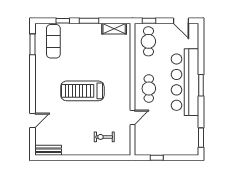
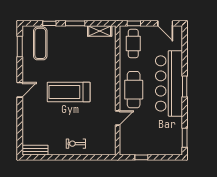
cafe table: (149, 89) -> (134, 90), width x1.37, depth x1.35
door: (32, 120) -> (20, 90), moved
exercise bike: (104, 137) -> (76, 144), moved

